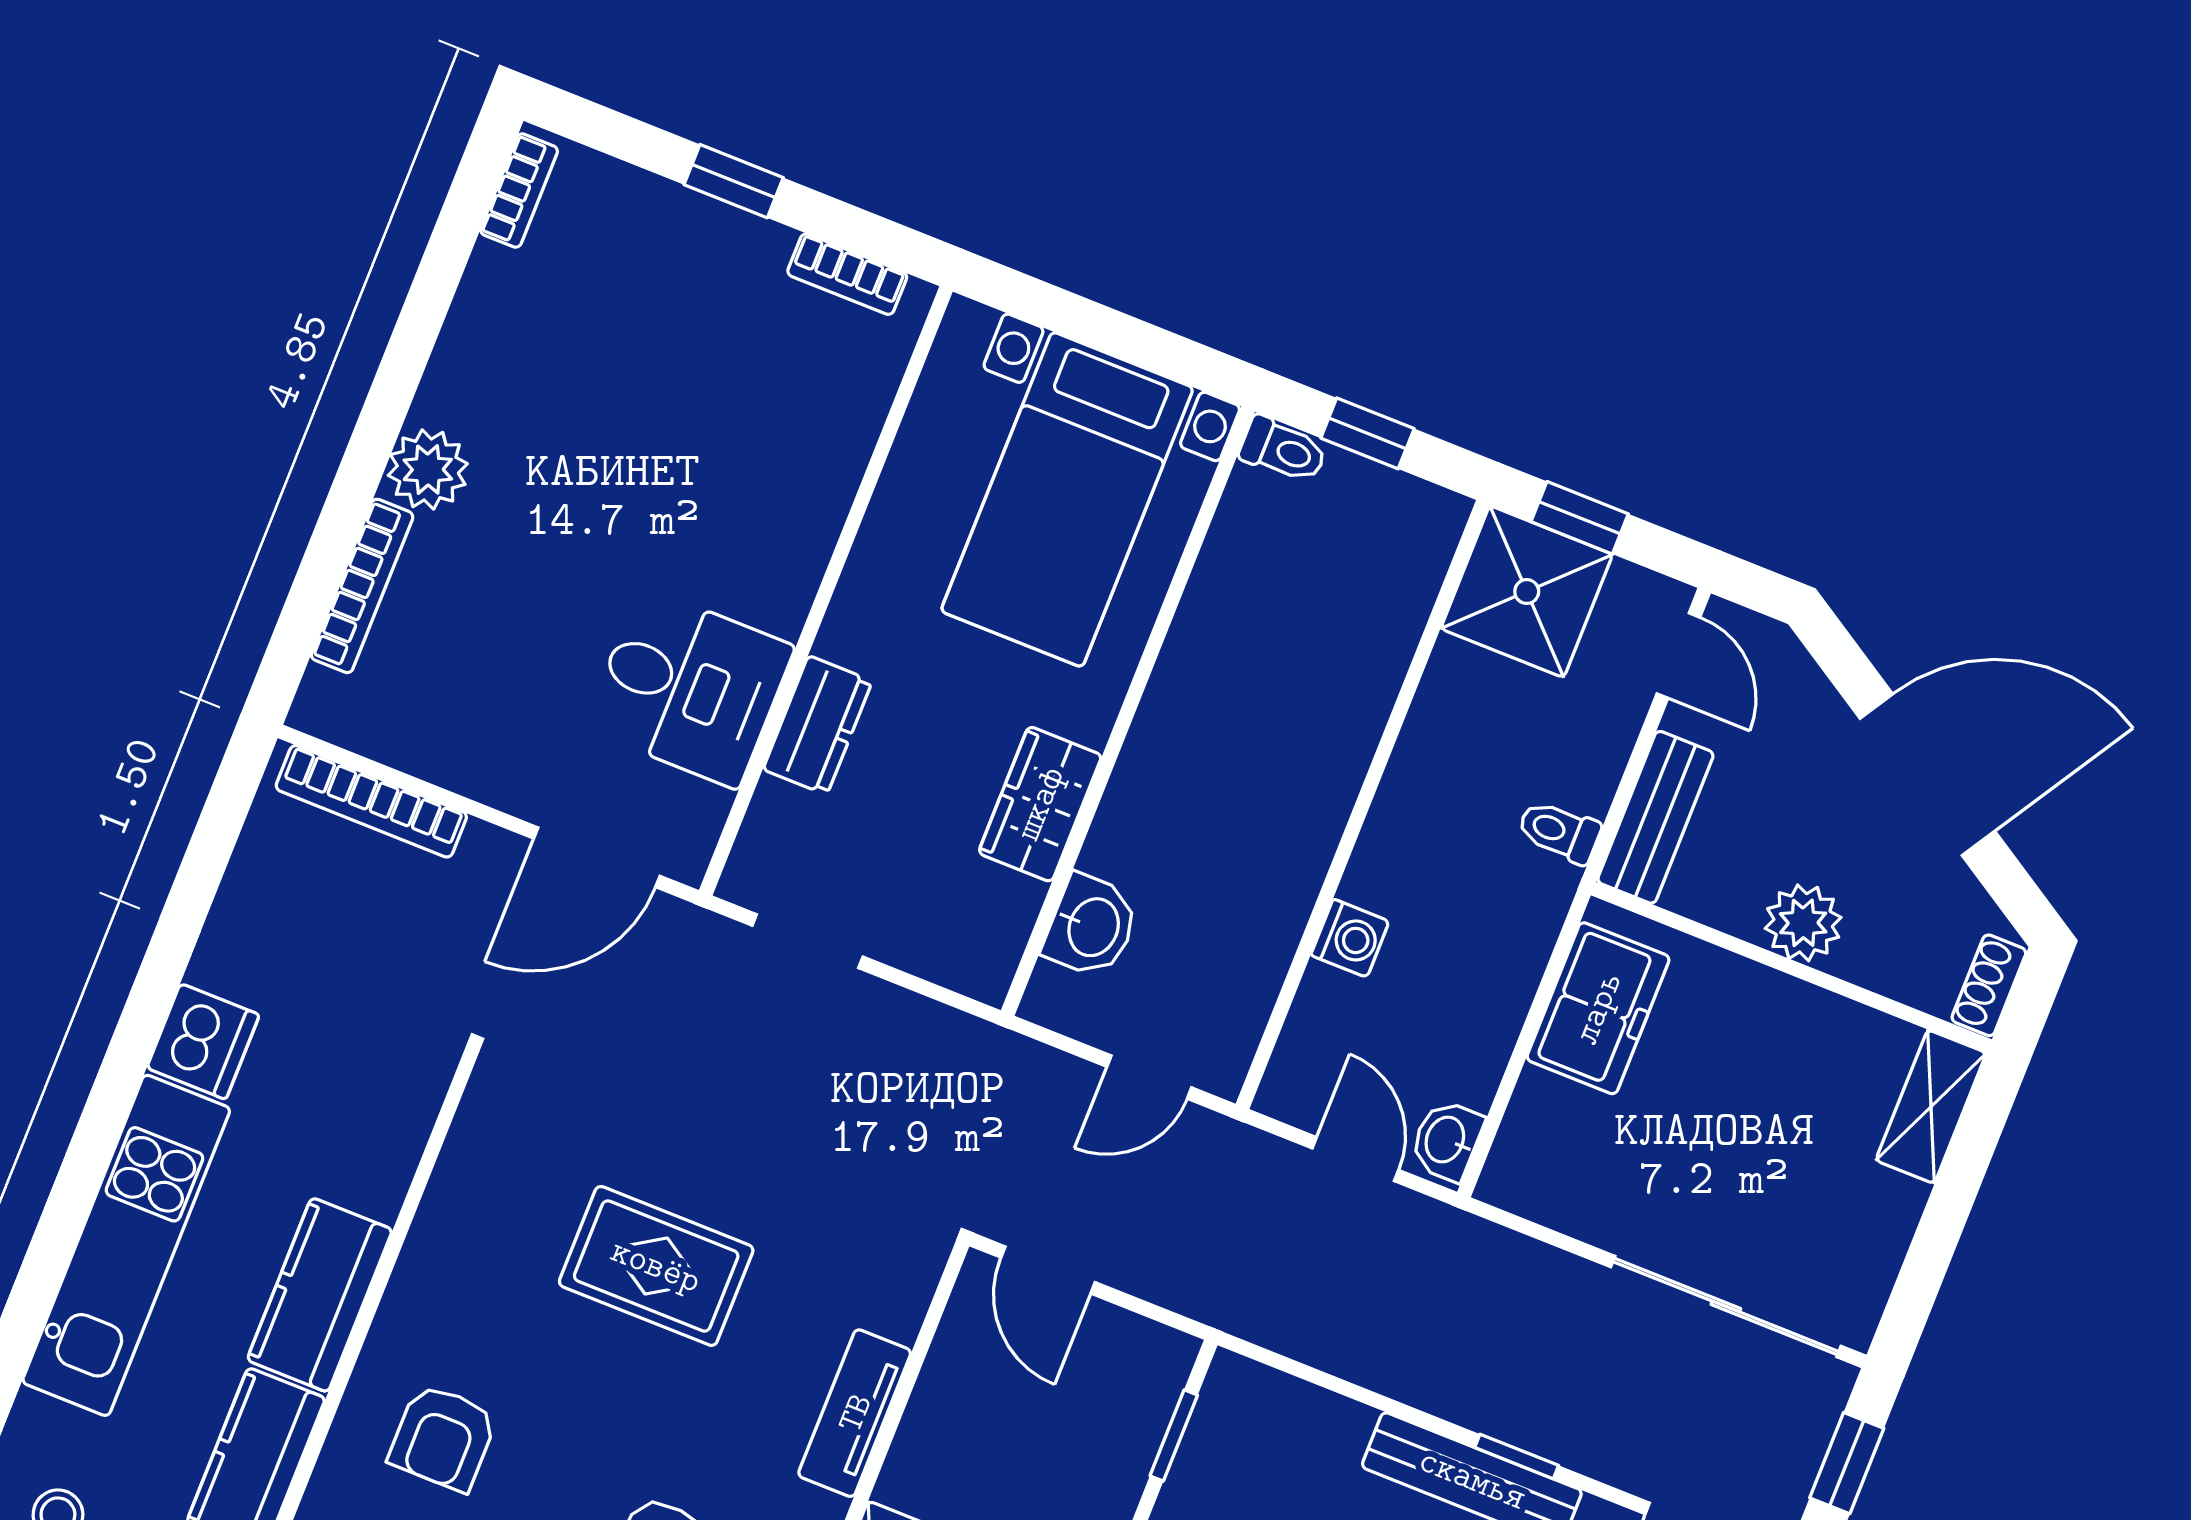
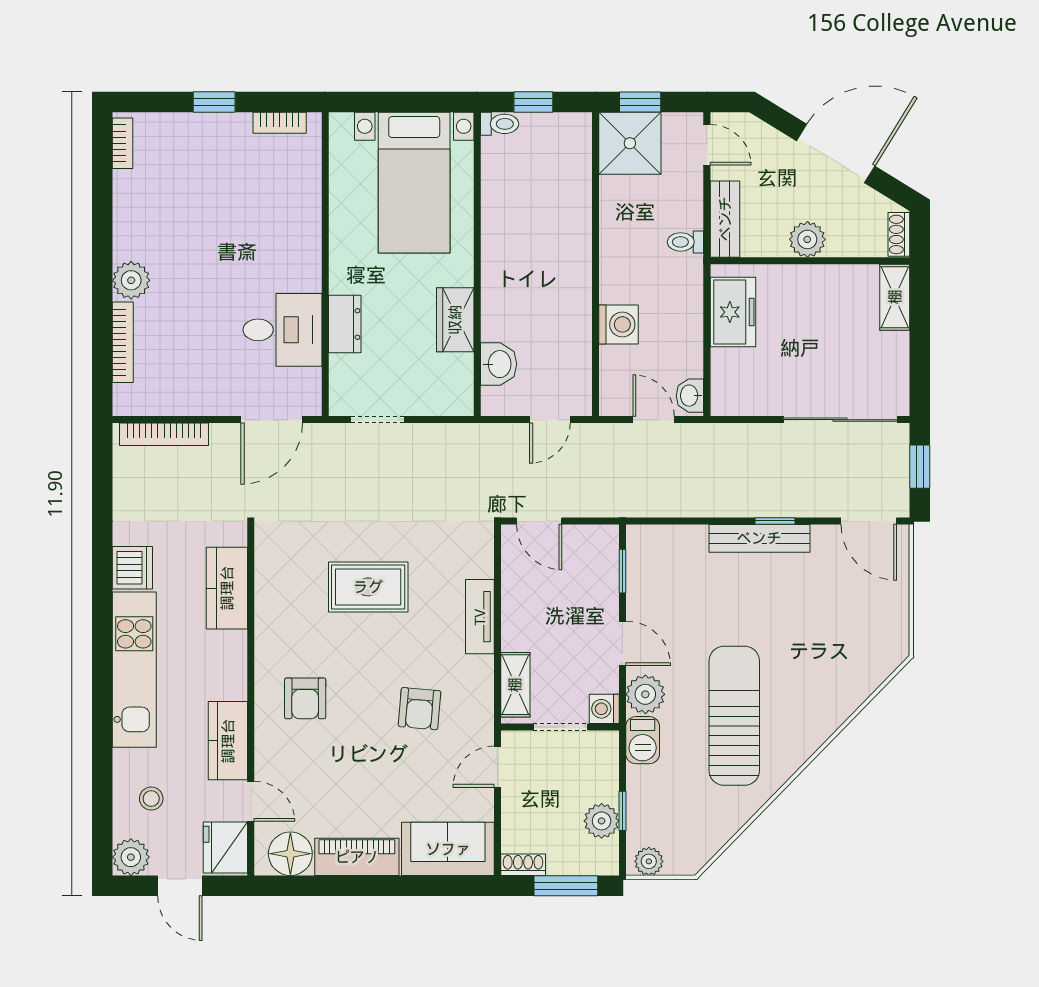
washing machine: (1350, 938) -> (618, 324), width x1.38, depth x1.38
kitchen counter: (320, 1295) -> (227, 588), moved

